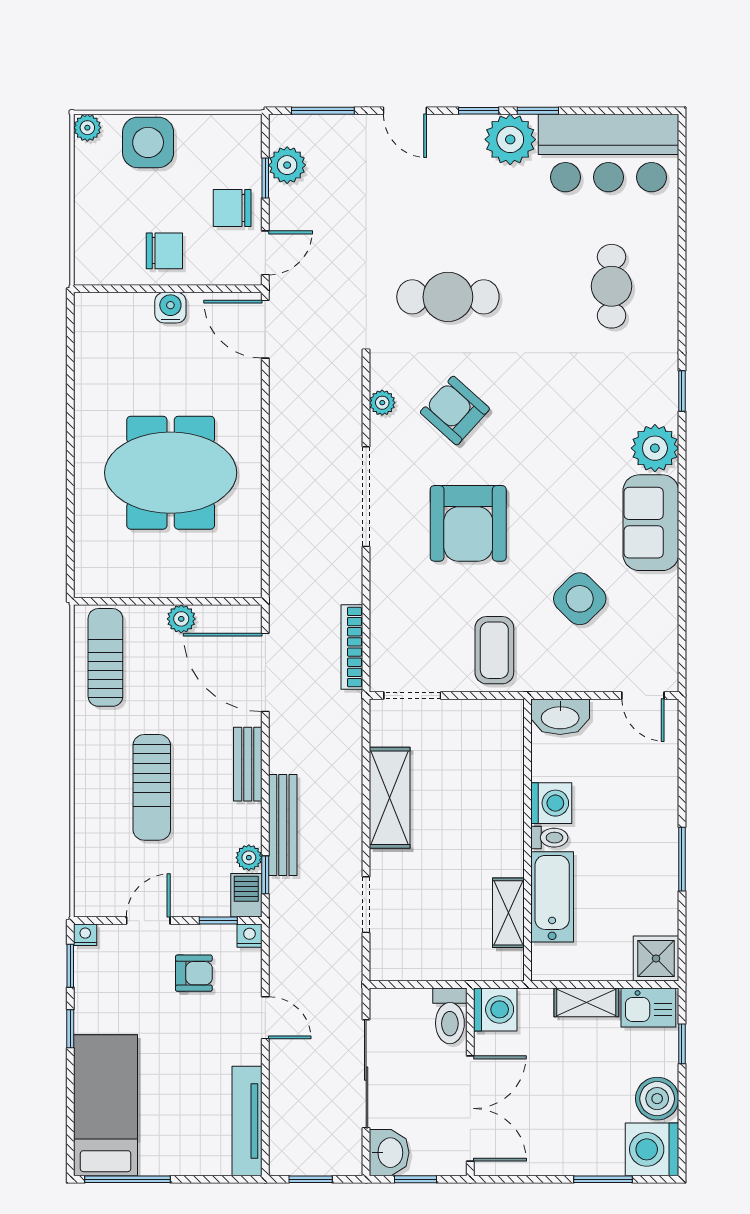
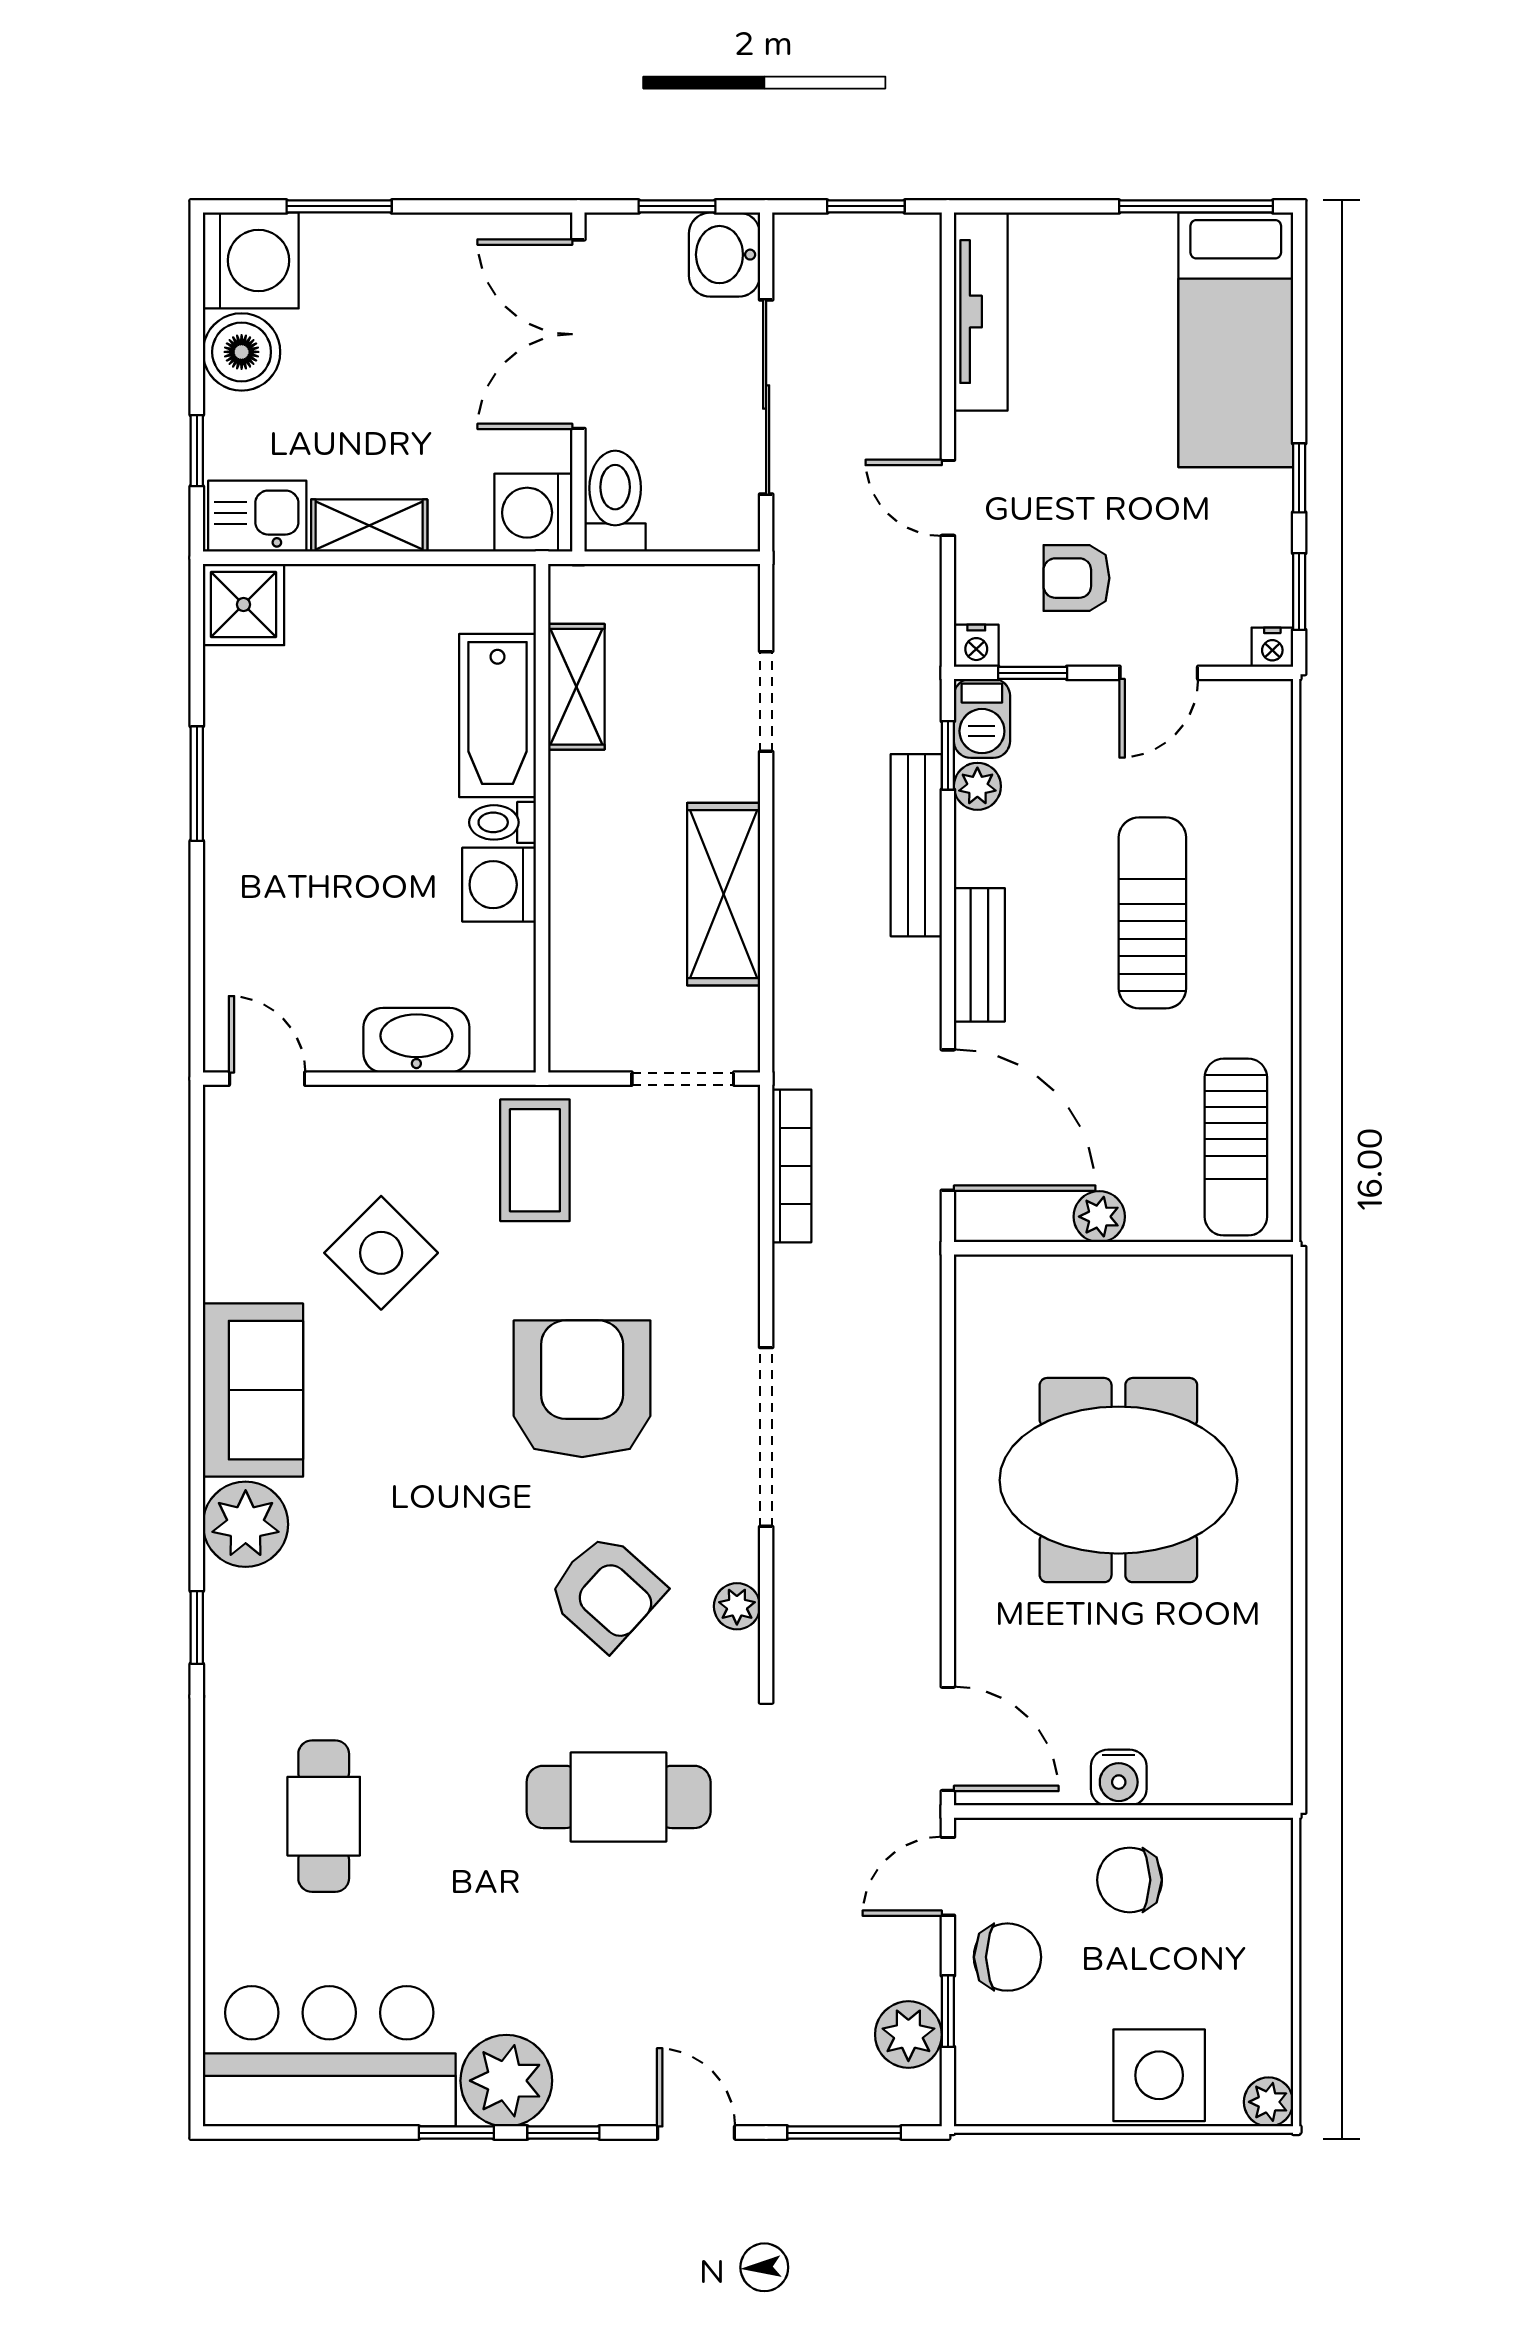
washing machine: (551, 803) -> (499, 885), moved
toilet: (549, 838) -> (503, 822), moved
wall: (527, 840) -> (542, 818), moved
bathtub: (552, 897) -> (497, 715), moved
shelving: (508, 913) -> (576, 687), moved

